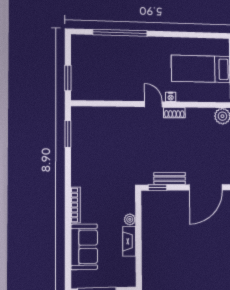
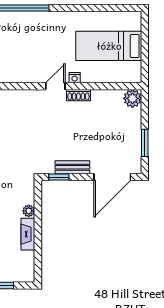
door: (153, 104) -> (55, 86), hinge flipped

